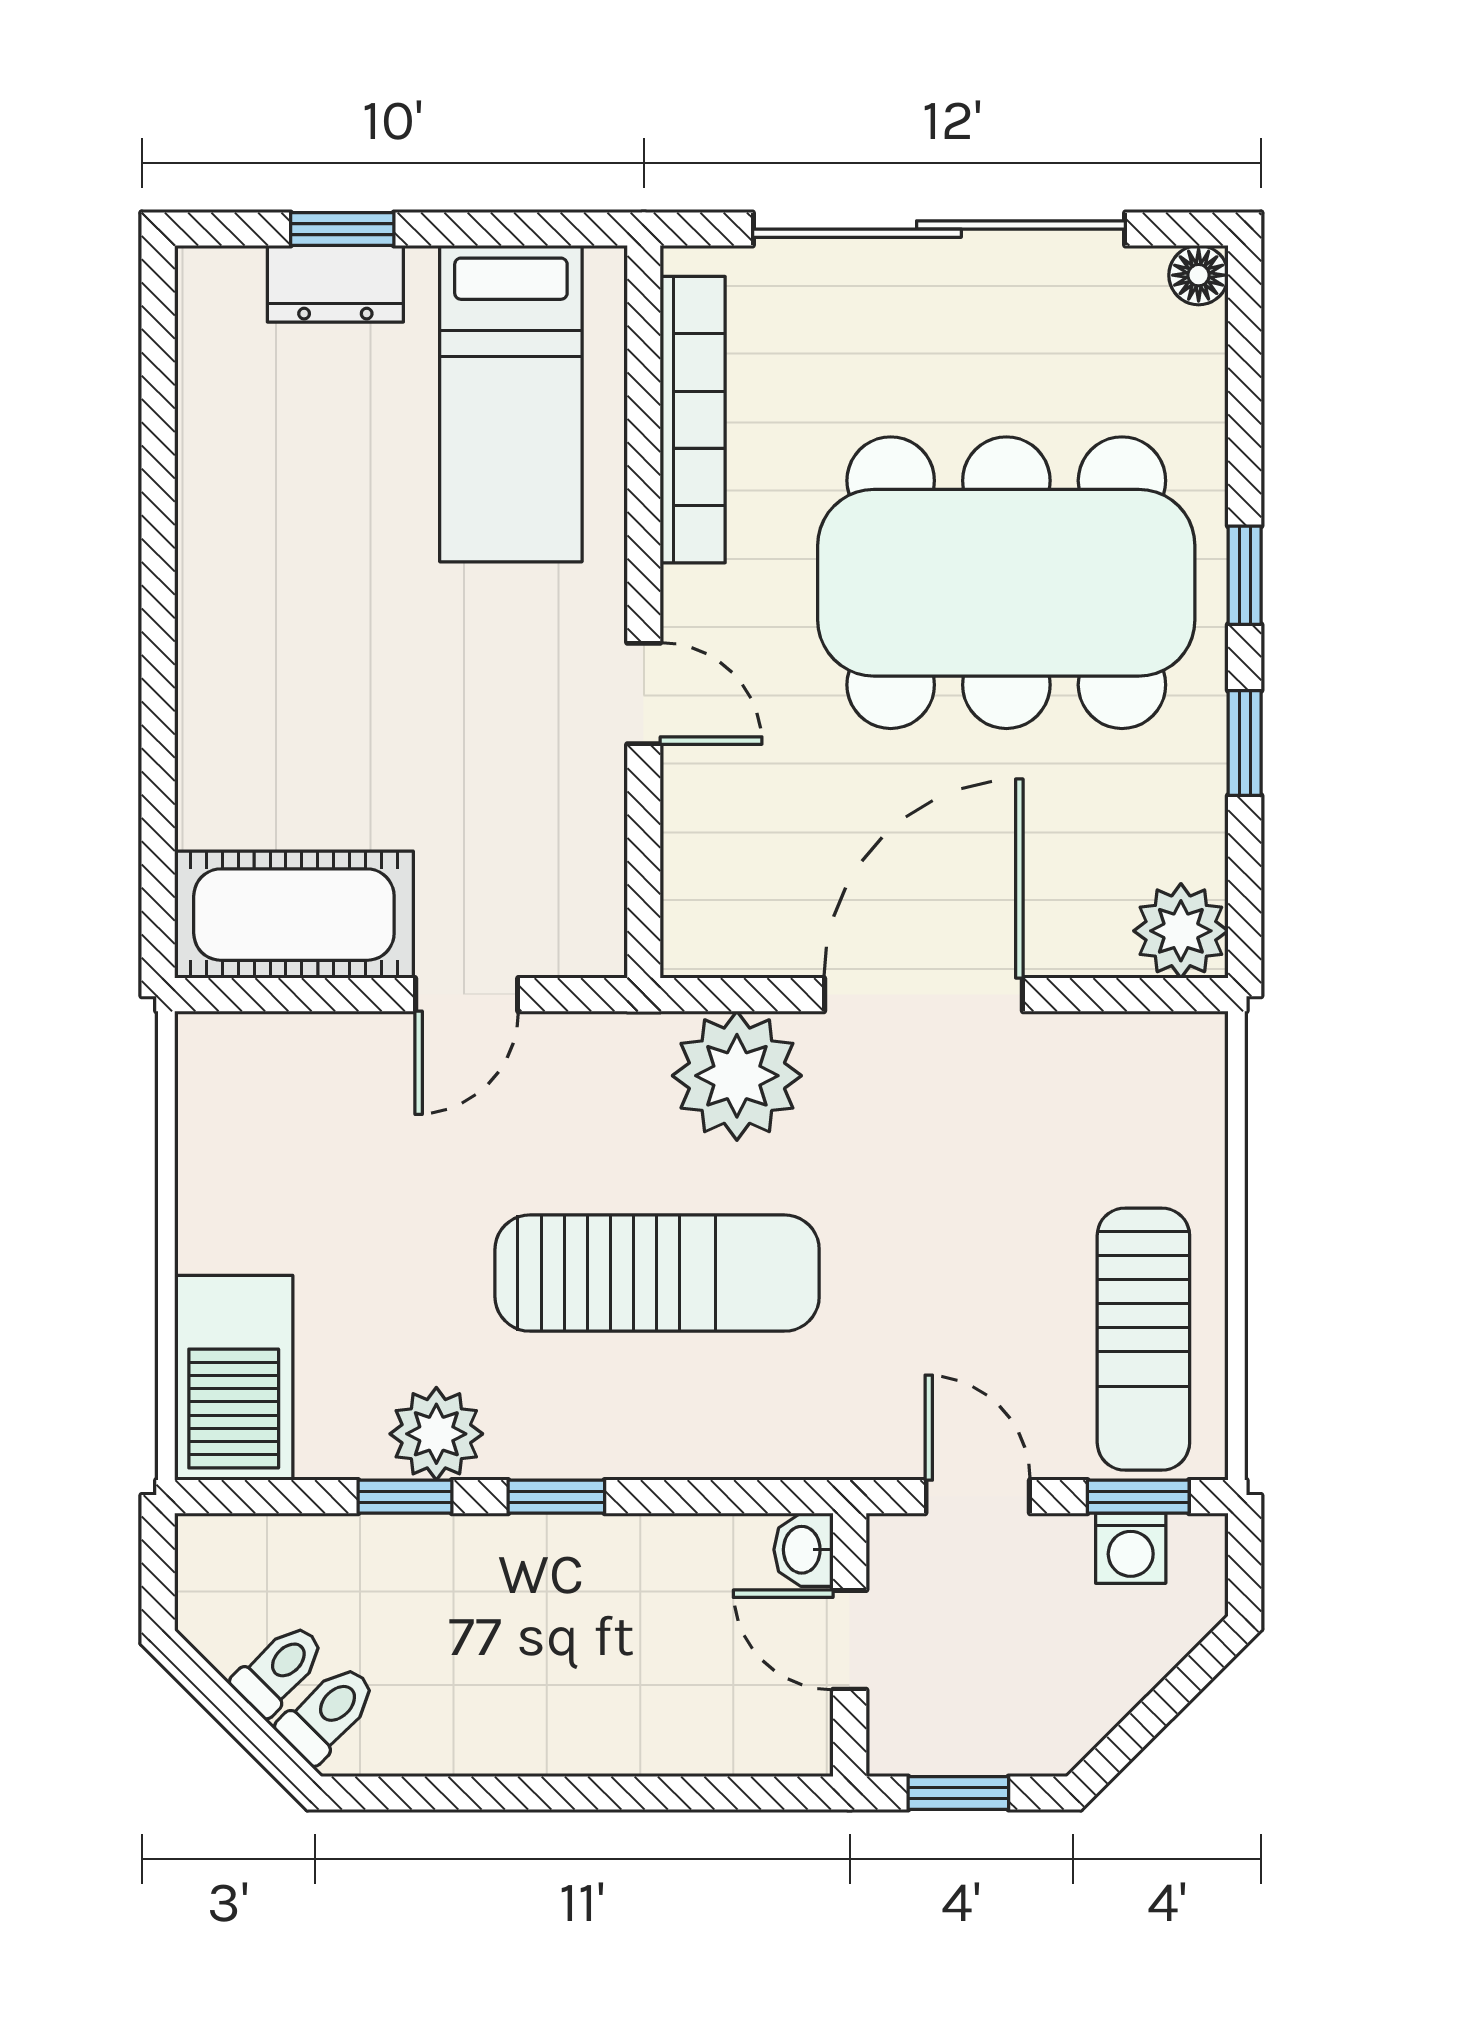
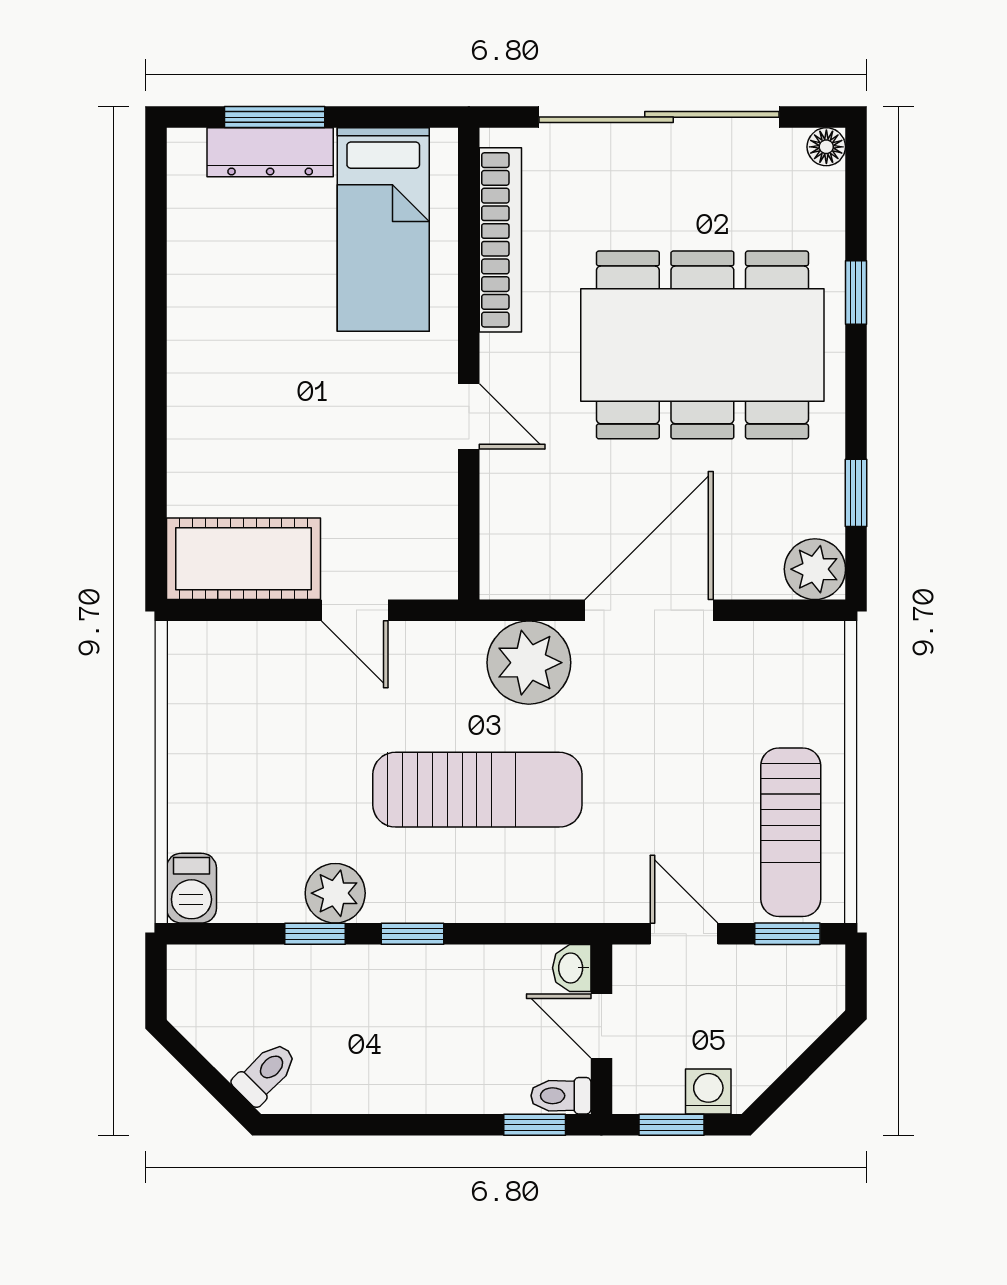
window: (342, 229) -> (275, 117), width x1.50
dresser: (335, 284) -> (270, 152), width x1.44
window: (1245, 575) -> (856, 292), moved
window: (1245, 743) -> (856, 493), moved
door: (467, 995) -> (355, 610), hinge flipped
barbecue: (234, 1378) -> (191, 888), width x0.53, depth x0.65
washing machine: (1131, 1548) -> (708, 1091), moved, turned 180
toilet: (279, 1669) -> (561, 1096), moved, turned -135
window: (746, 1793) -> (535, 1125), added

